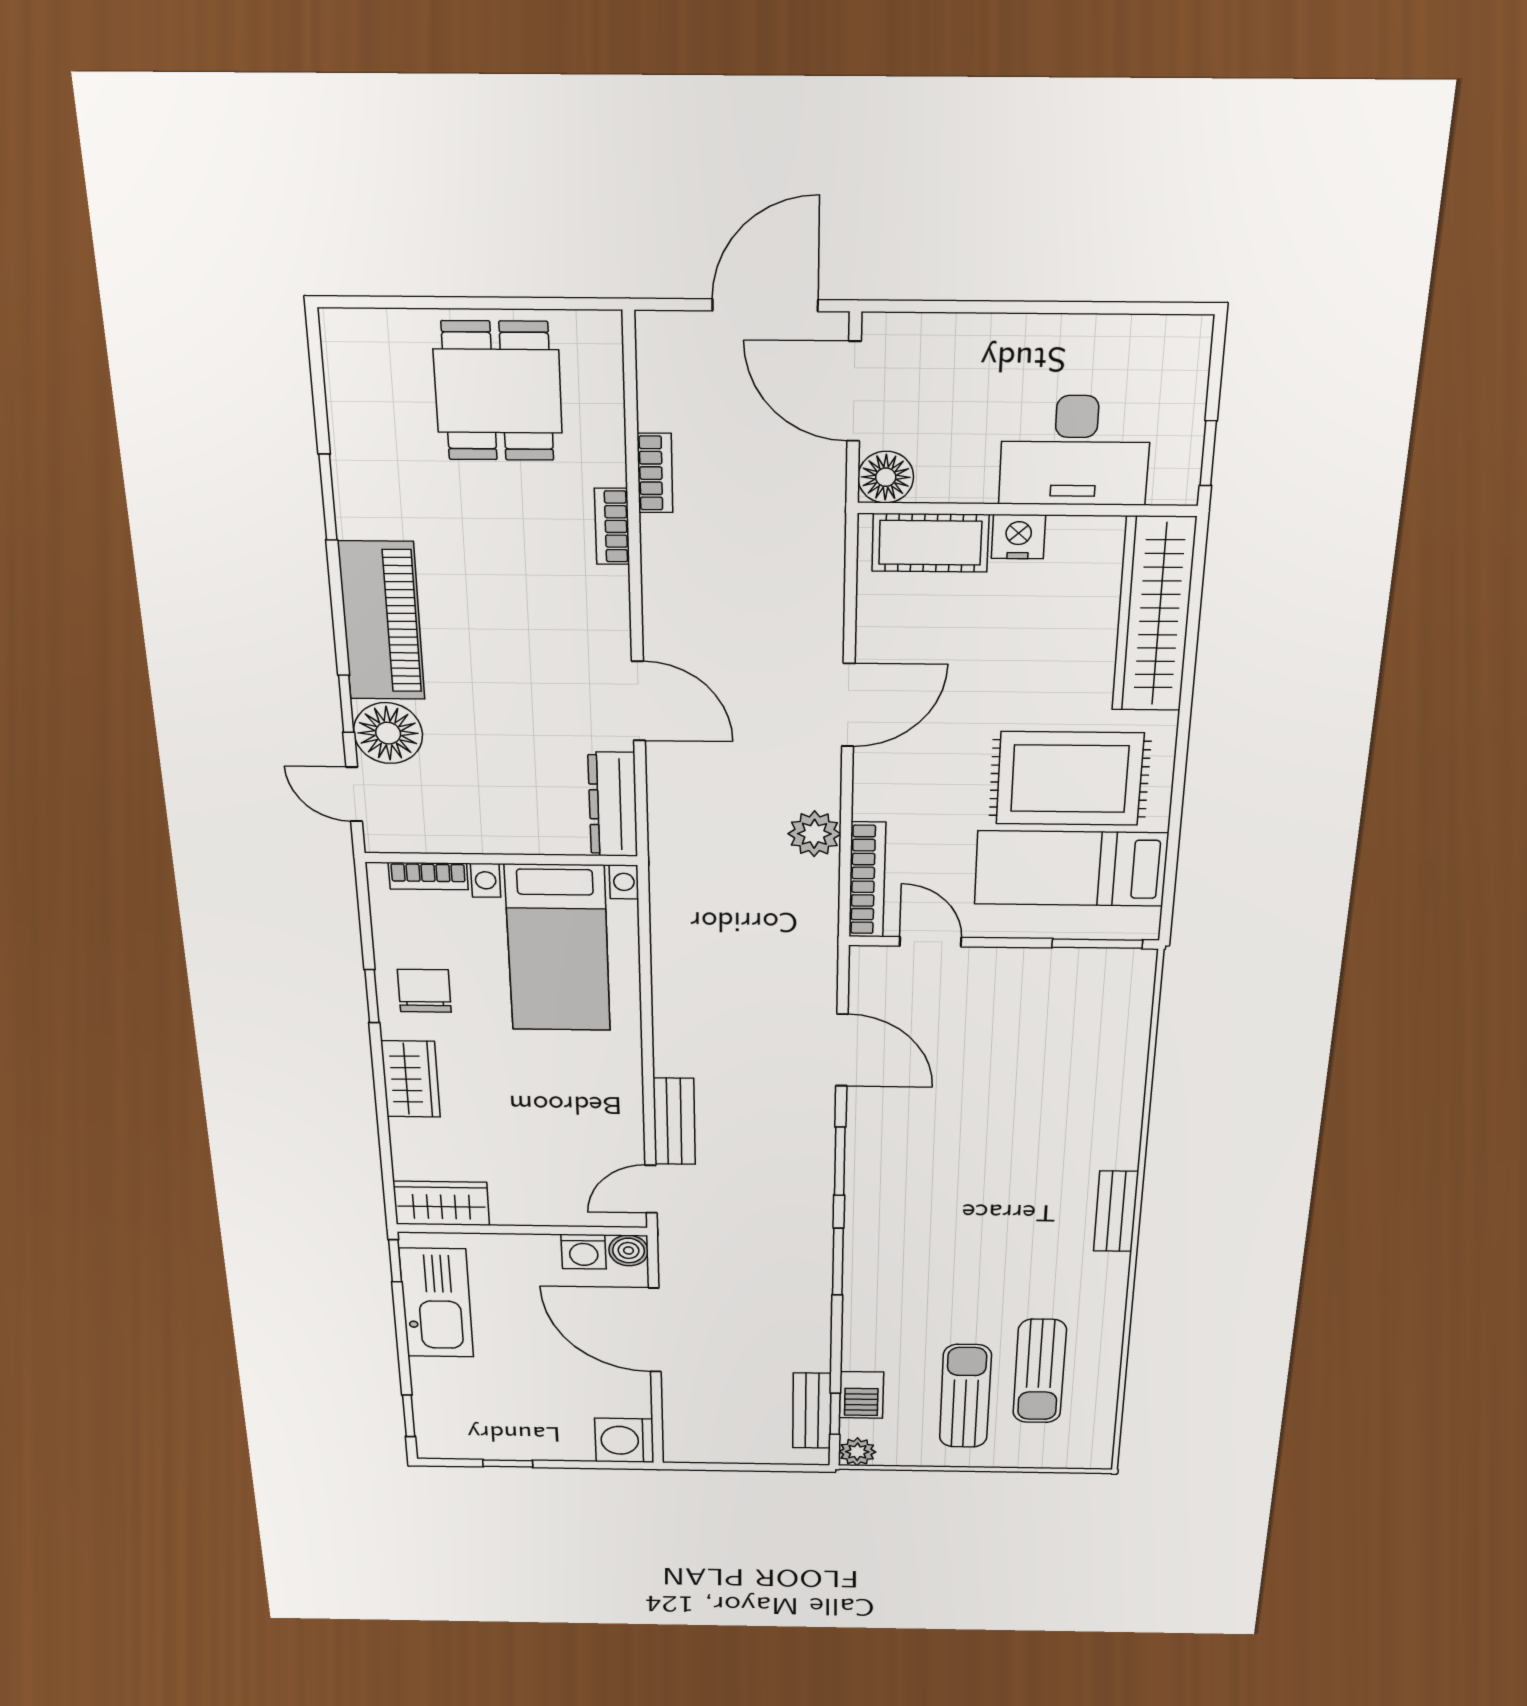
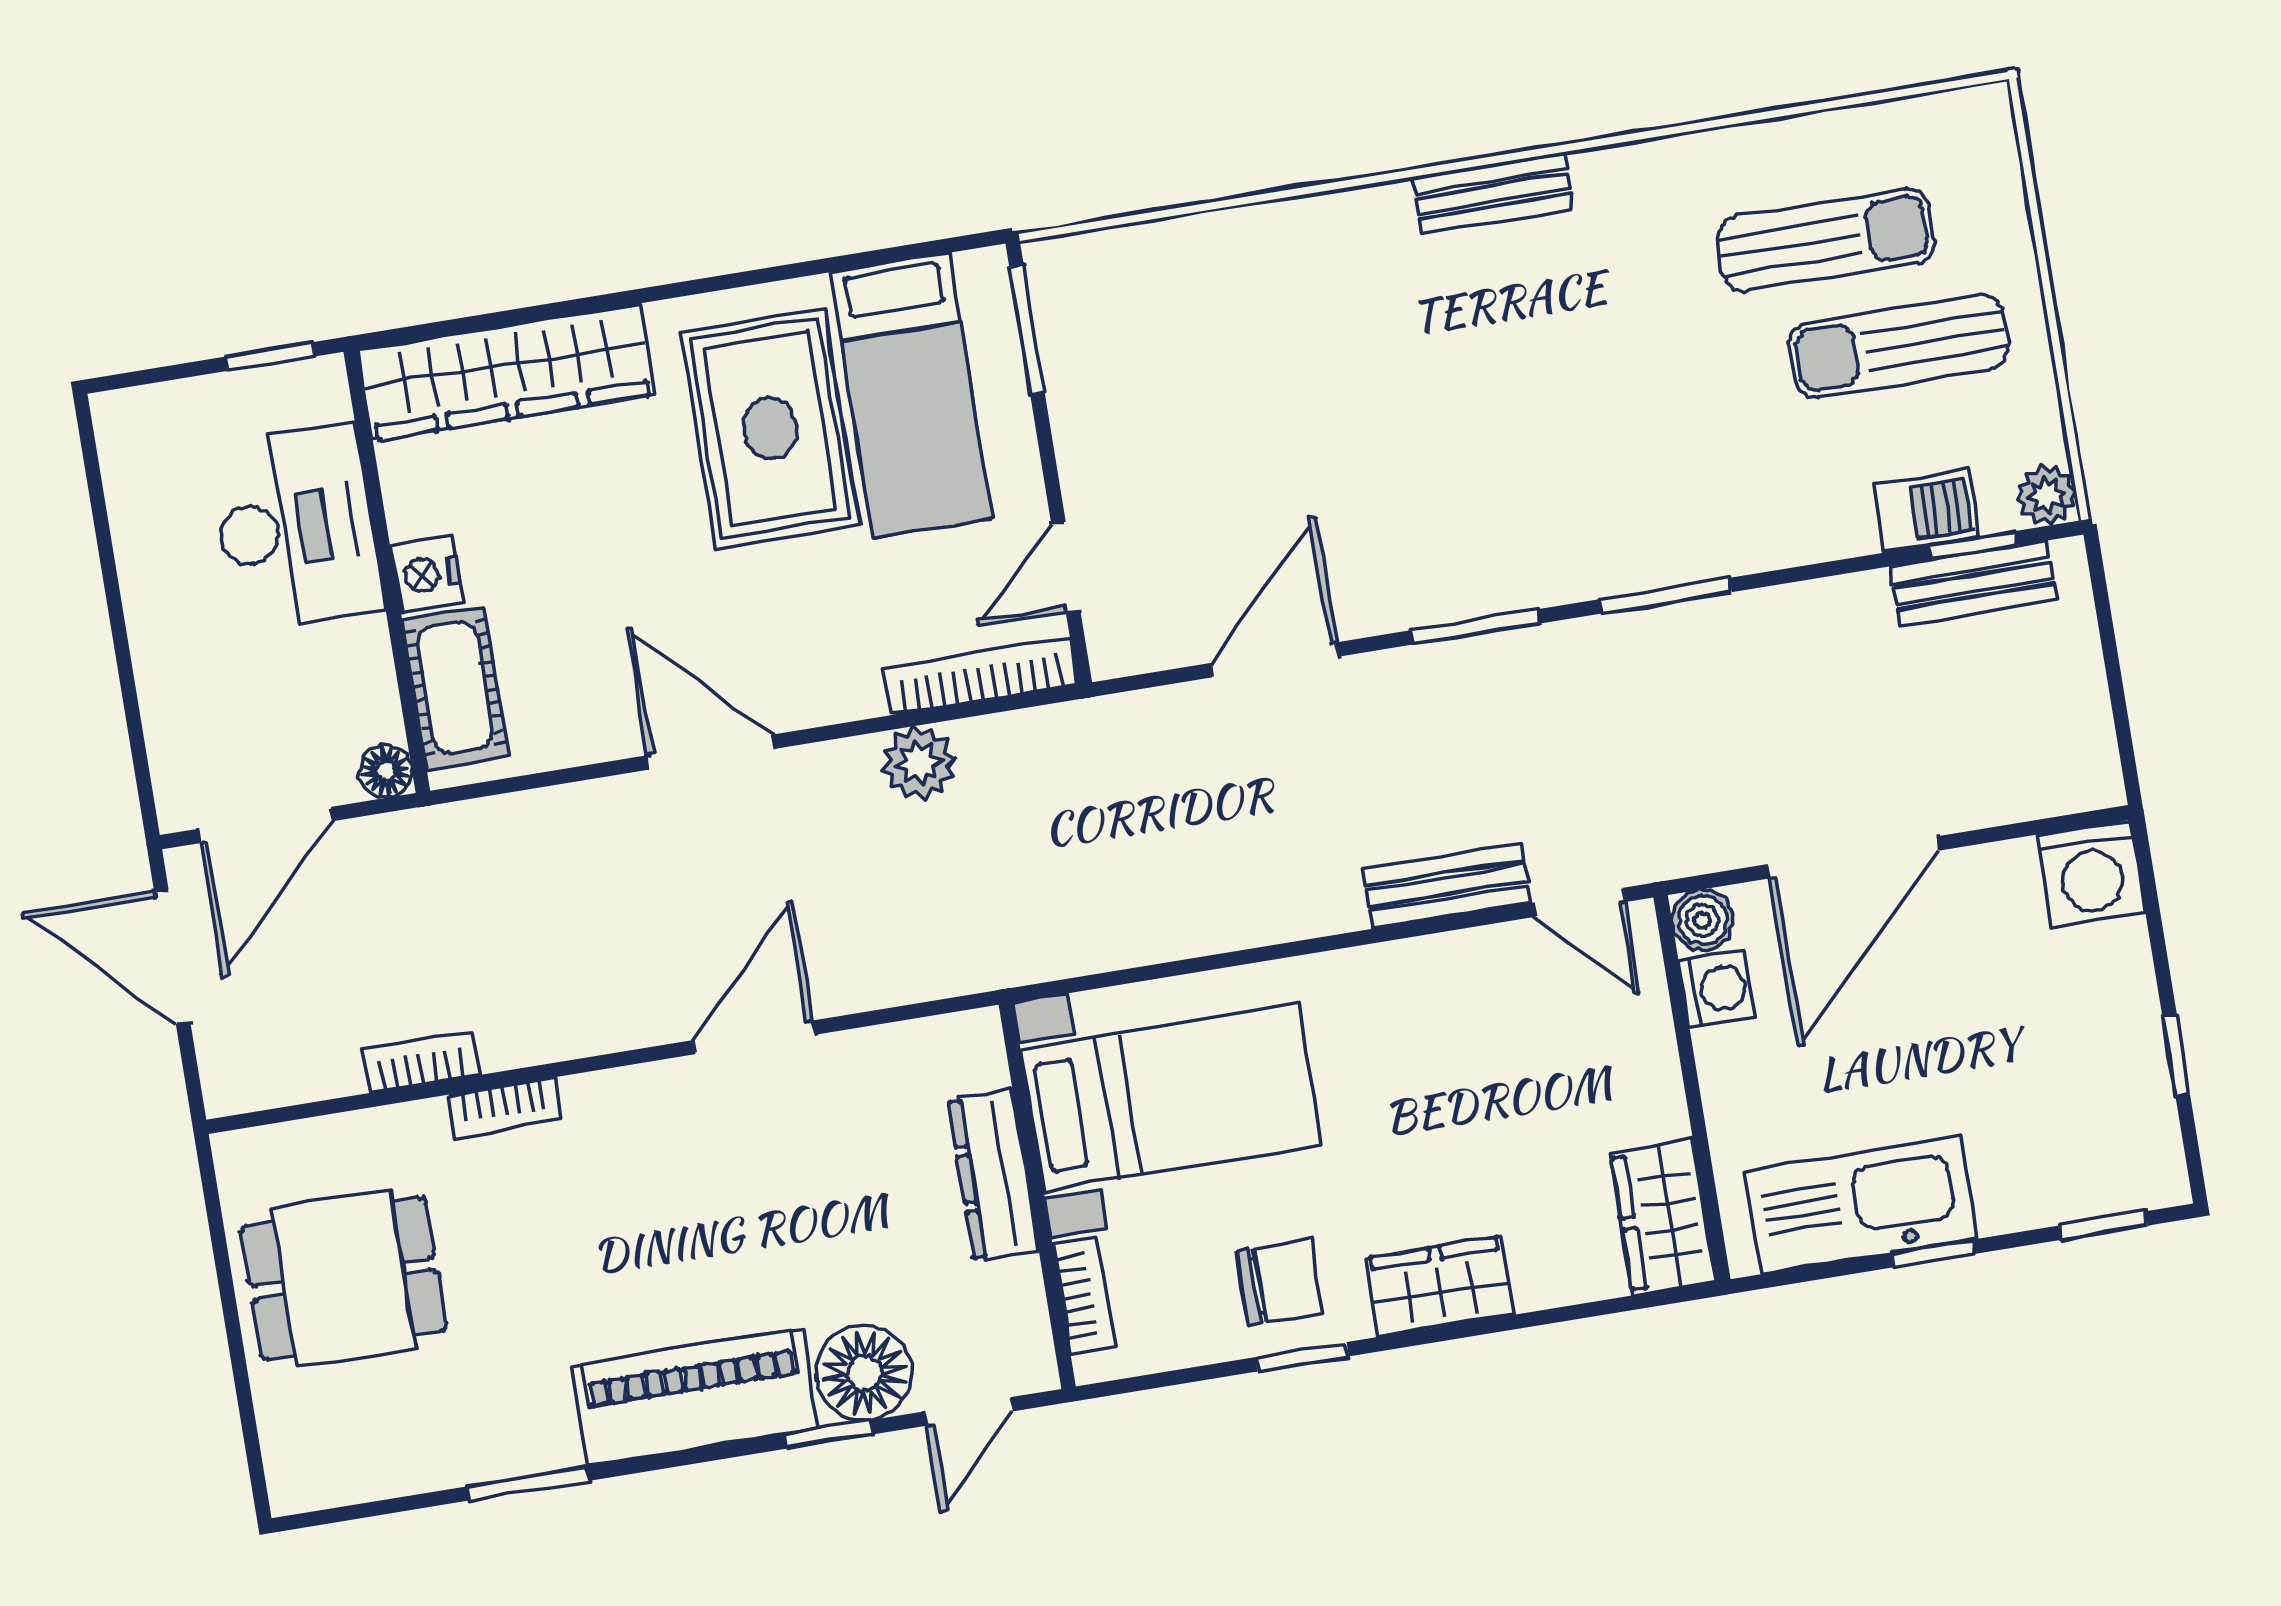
floor lamp: (886, 477) -> (385, 771), width x0.73, depth x0.73
dresser: (613, 804) -> (993, 1175), moved, turned 90
chair: (424, 991) -> (1279, 1282), turned 180
window: (395, 1261) -> (1933, 1254), moved

